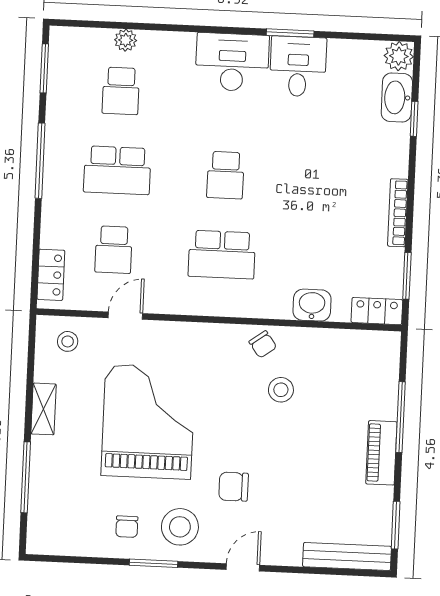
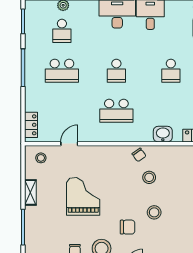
school desk: (114, 250) -> (171, 71), moved
grand piano: (148, 422) -> (83, 196), width x0.73, depth x0.68
stool: (288, 460) -> (154, 212), added
chair: (234, 487) -> (128, 227), turned 180

